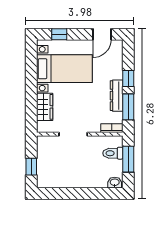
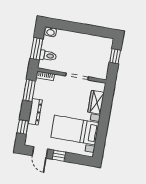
window: (59, 34) -> (59, 156), moved
door: (102, 34) -> (40, 152), swing flipped
window: (128, 78) -> (23, 127), moved
dresser: (117, 96) -> (35, 112), moved

